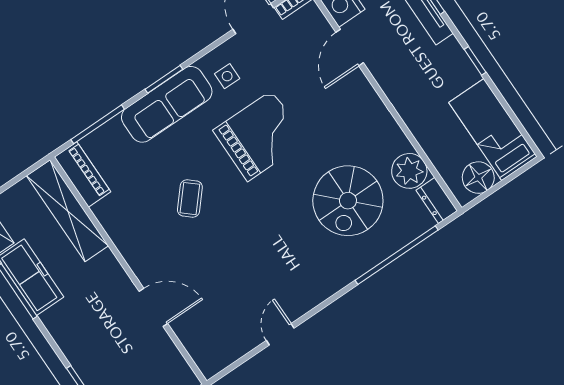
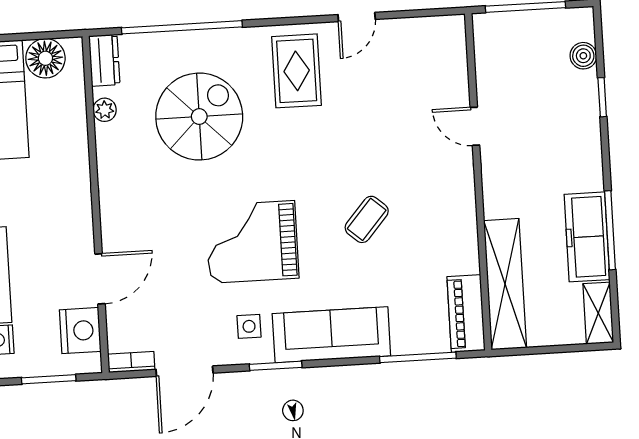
window: (164, 79) -> (276, 366), moved
plant: (409, 171) -> (105, 110), width x0.53, depth x0.53
rug: (300, 272) -> (297, 71), added
door: (153, 307) -> (475, 126), width x0.73

